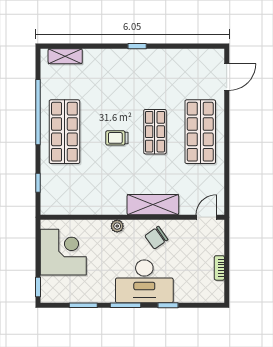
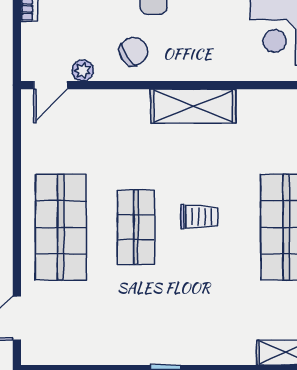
shelving: (153, 205) -> (193, 106), moved
plant: (117, 226) -> (83, 71), moved

